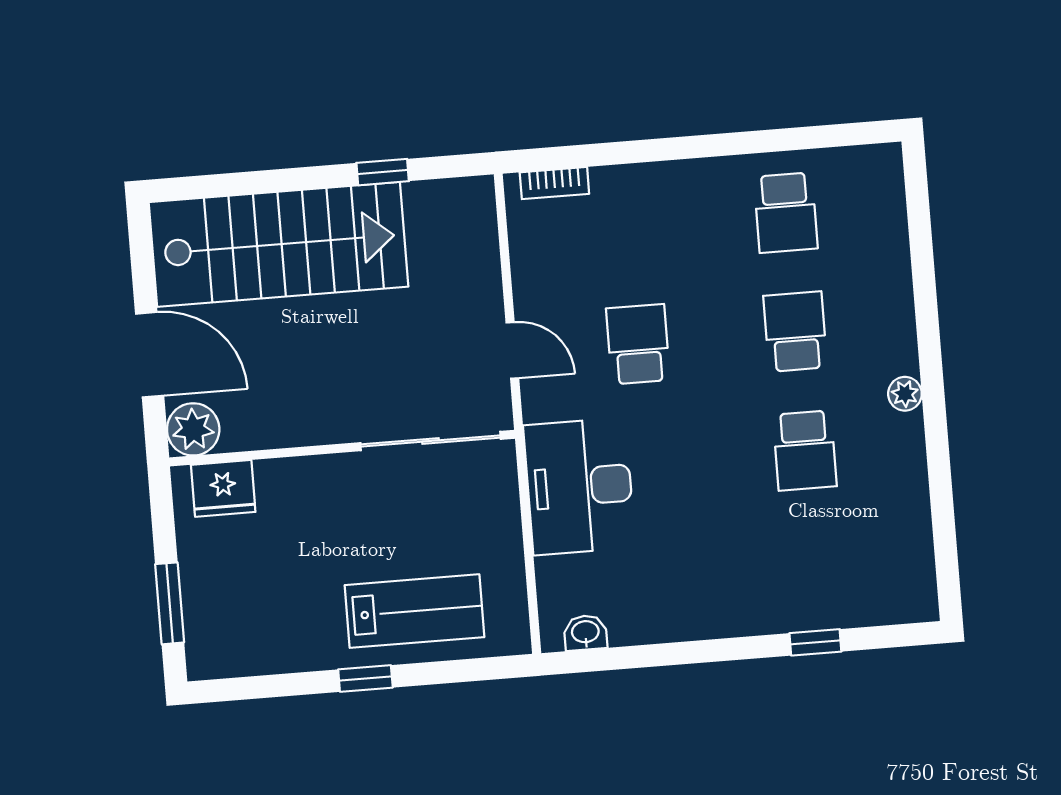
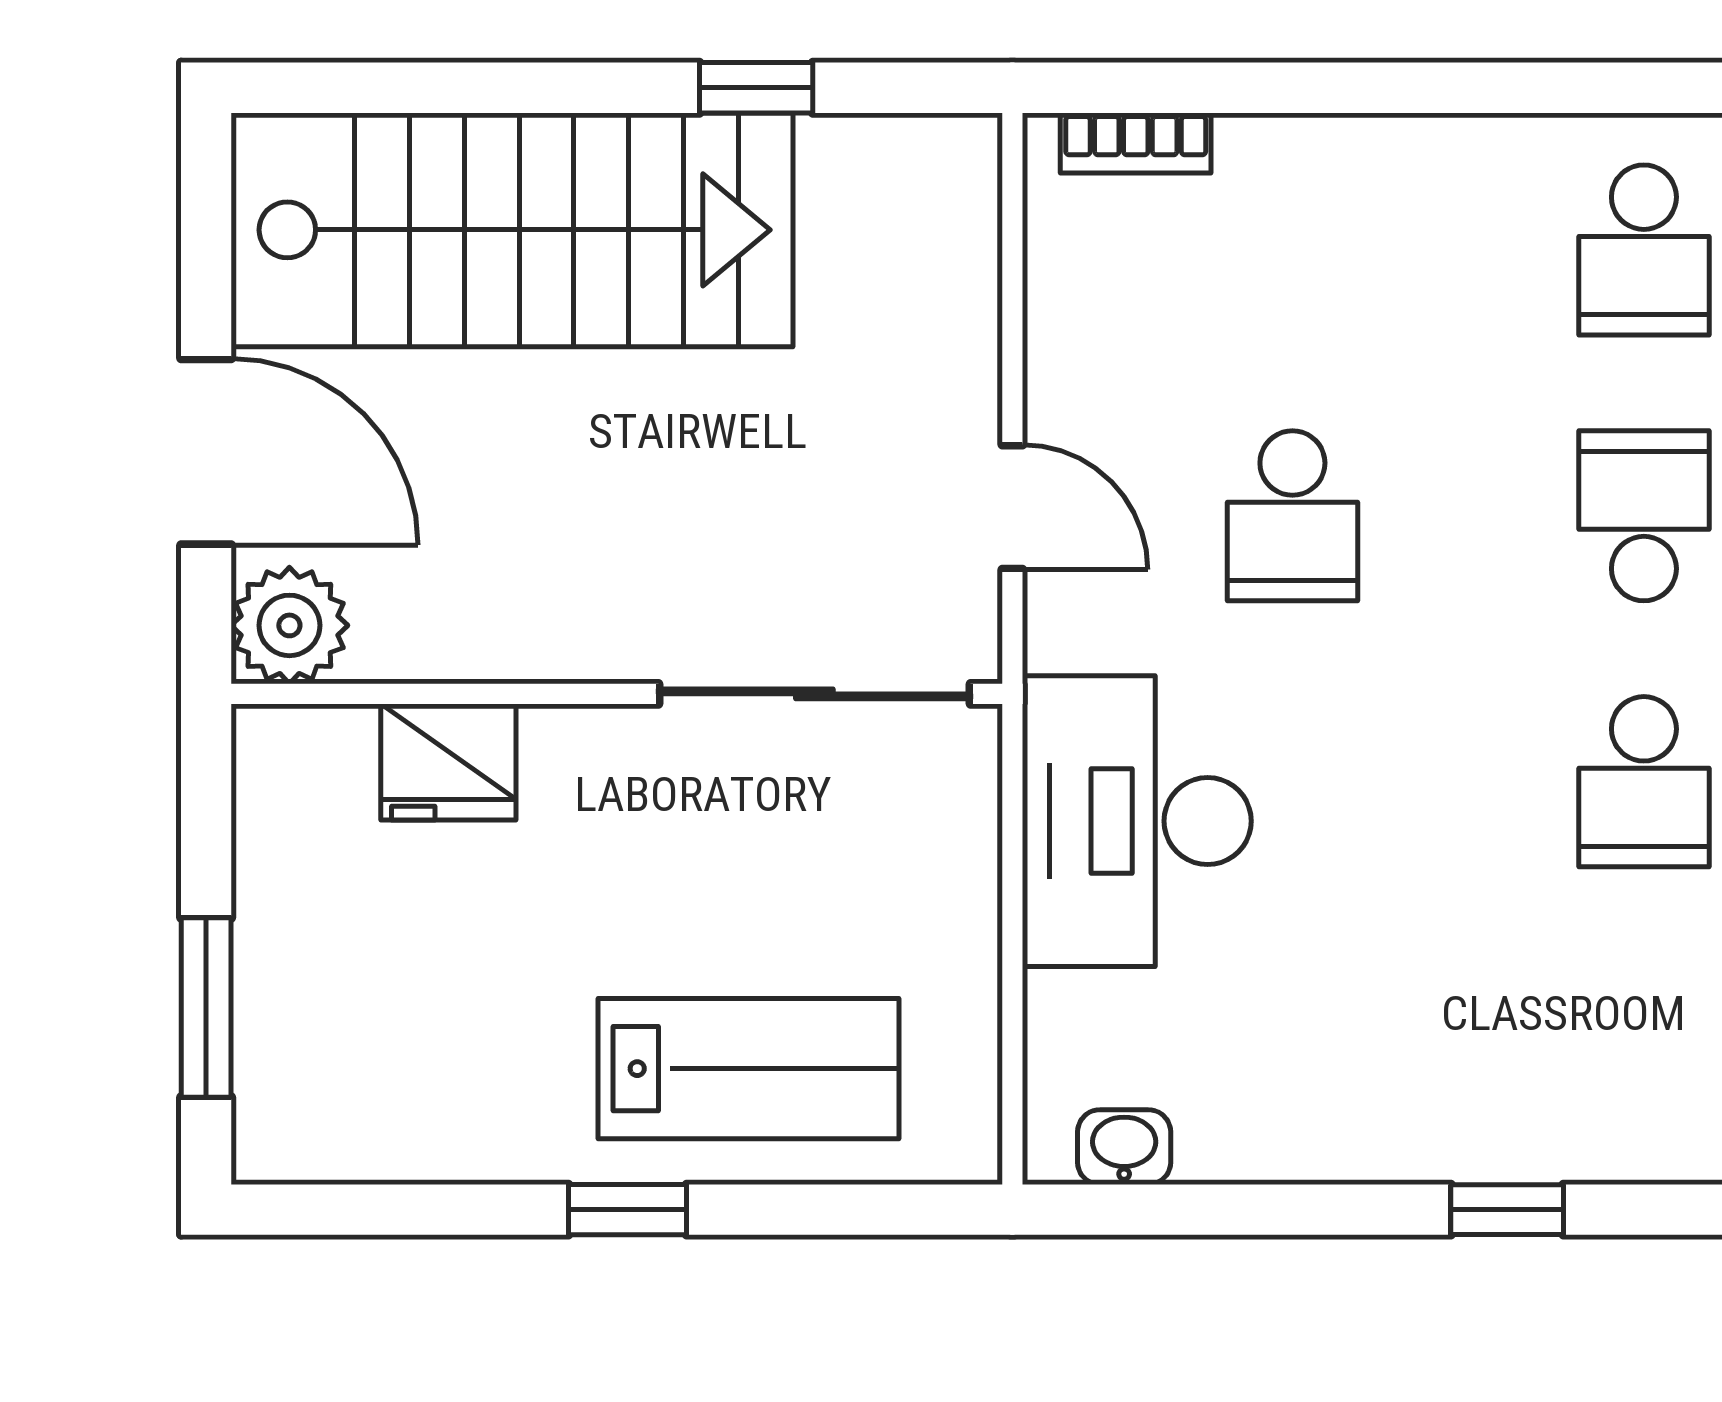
school desk: (638, 344) -> (1292, 516), turned 180
fridge: (223, 488) -> (448, 762), moved
window: (815, 642) -> (1507, 1210), moved

